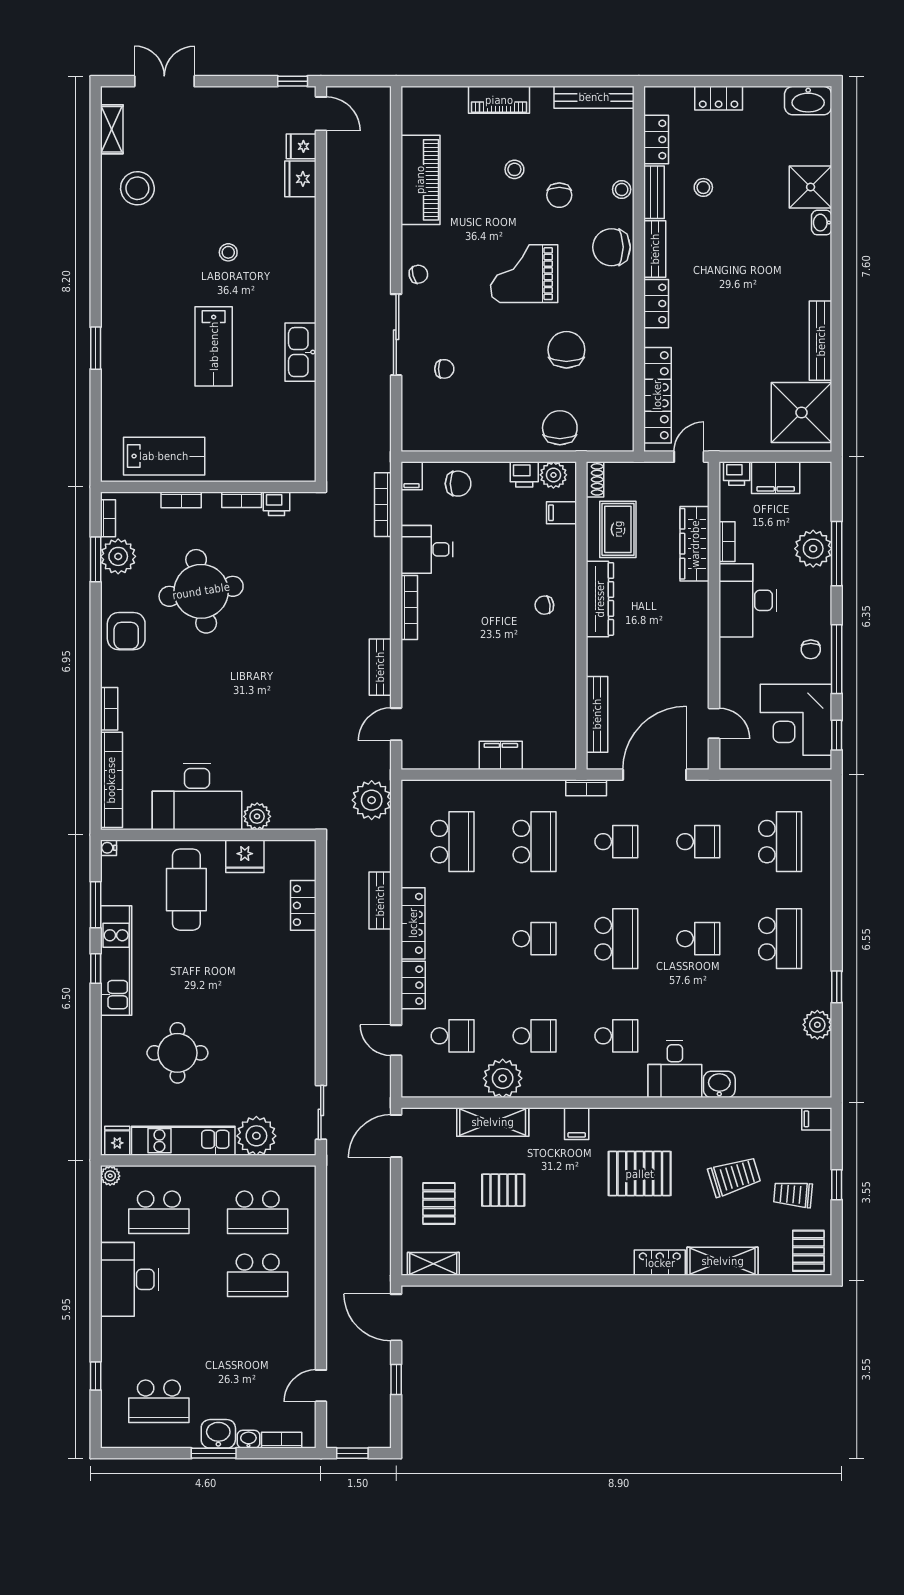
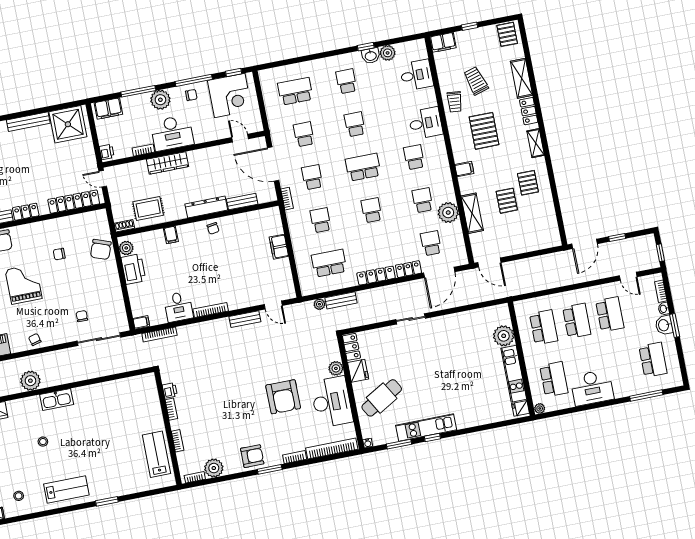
stool: (137, 188) -> (19, 496), width x0.53, depth x0.53
plant: (344, 251) -> (30, 381), added
grand piano: (524, 274) -> (24, 284), turned 180
sliding door: (396, 335) -> (99, 339), moved
lab bench: (214, 346) -> (66, 489), moved
chair: (566, 350) -> (59, 254), width x0.54, depth x0.54
kitchen sink: (300, 352) -> (57, 400), moved
chair: (560, 428) -> (101, 249), turned -70
printer: (524, 474) -> (133, 269), width x1.87, depth x1.48
filing cabinet: (776, 478) -> (108, 109), moved, turned 90
chair: (458, 484) -> (141, 297), removed
filing cabinet: (561, 513) -> (171, 235), moved
wardrobe: (695, 544) -> (168, 163), moved
plant: (813, 549) -> (160, 100), moved
window: (96, 559) -> (270, 469), moved
round table: (201, 591) -> (224, 421), removed
dresser: (600, 599) -> (206, 207), moved
chair: (544, 605) -> (213, 228), moved
armchair: (224, 709) -> (283, 397), added
bench: (597, 714) -> (242, 202), width x0.73
door: (714, 723) -> (240, 138), hinge flipped
plant: (372, 800) -> (319, 304), width x0.53, depth x0.53
school desk: (534, 842) -> (321, 220), width x0.54
cafe table: (186, 890) -> (382, 398), turned -30
bench: (380, 901) -> (341, 300), moved
locker: (303, 905) -> (351, 347), moved, turned -90
school desk: (780, 939) -> (346, 81), width x0.54
door: (396, 1040) -> (439, 272), width x1.87
round table: (177, 1053) -> (468, 386), removed
desk: (766, 1070) -> (416, 75), added
washbasin: (719, 1084) -> (371, 56), moved, turned -90
sliding door: (321, 1112) -> (411, 319), moved
filing cabinet: (817, 1119) -> (443, 42), width x2.00
trolley: (793, 1194) -> (455, 102), moved
pallet: (439, 1203) -> (528, 183), moved, turned 90
pallet: (808, 1251) -> (507, 34), turned 90
shelving: (433, 1264) -> (536, 143), moved
school desk: (258, 1338) -> (610, 314), added
window: (96, 1376) -> (646, 396), width x2.17

